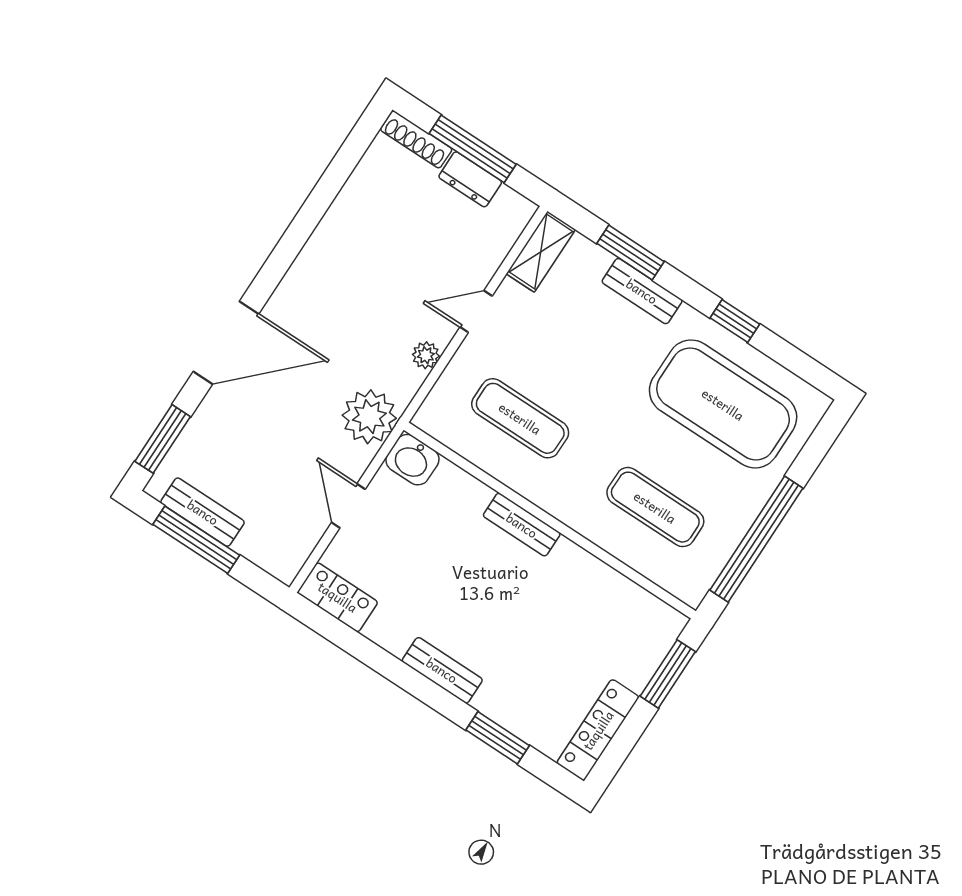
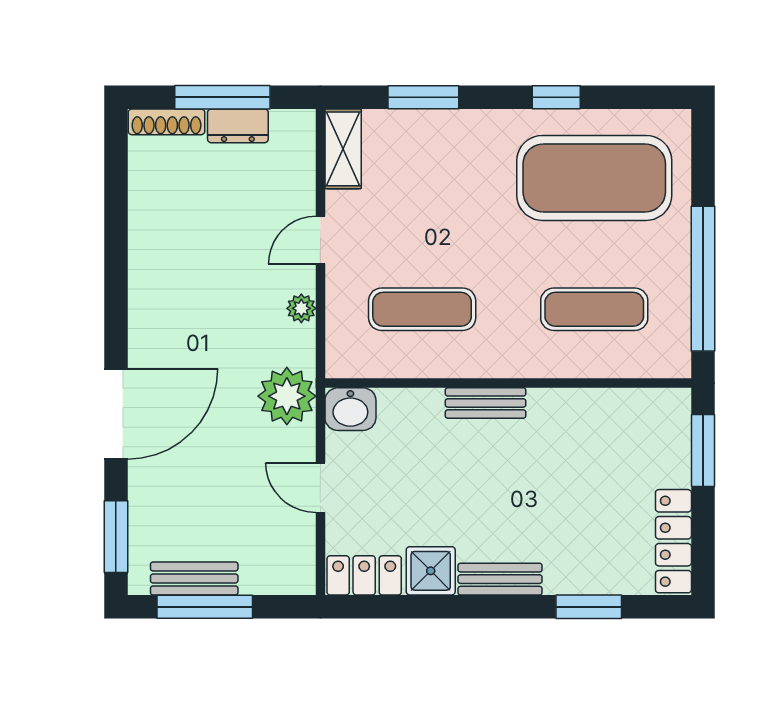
bench: (642, 291) -> (456, 125), removed
shower: (392, 628) -> (431, 571), added

